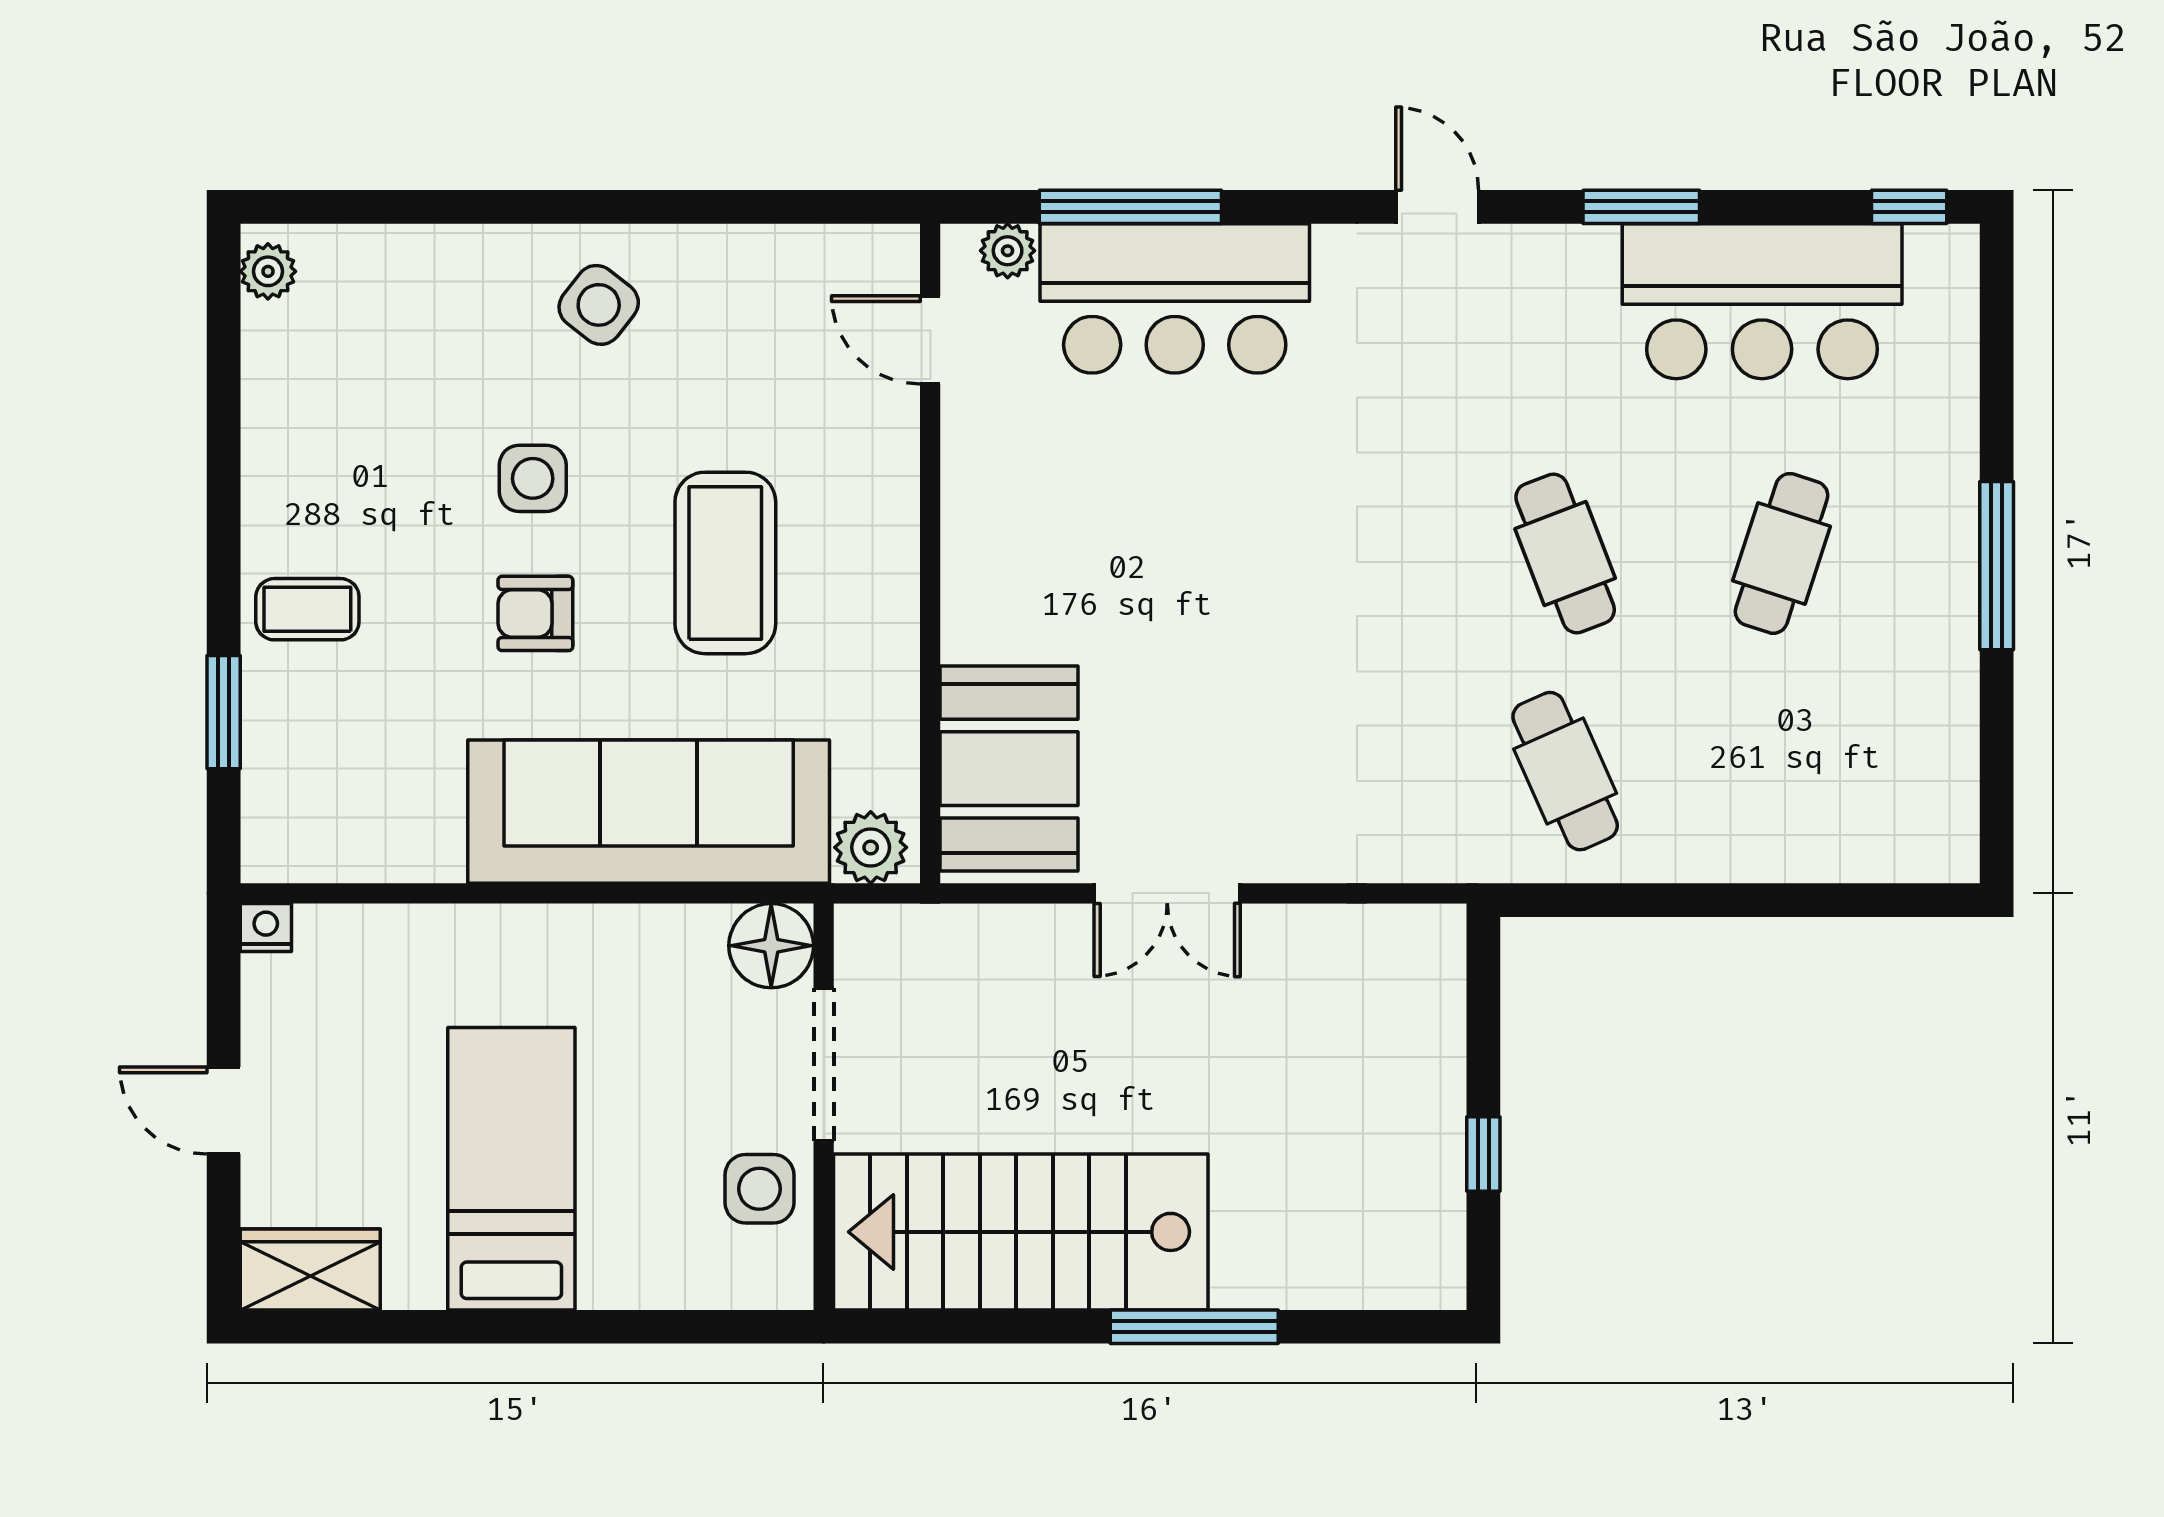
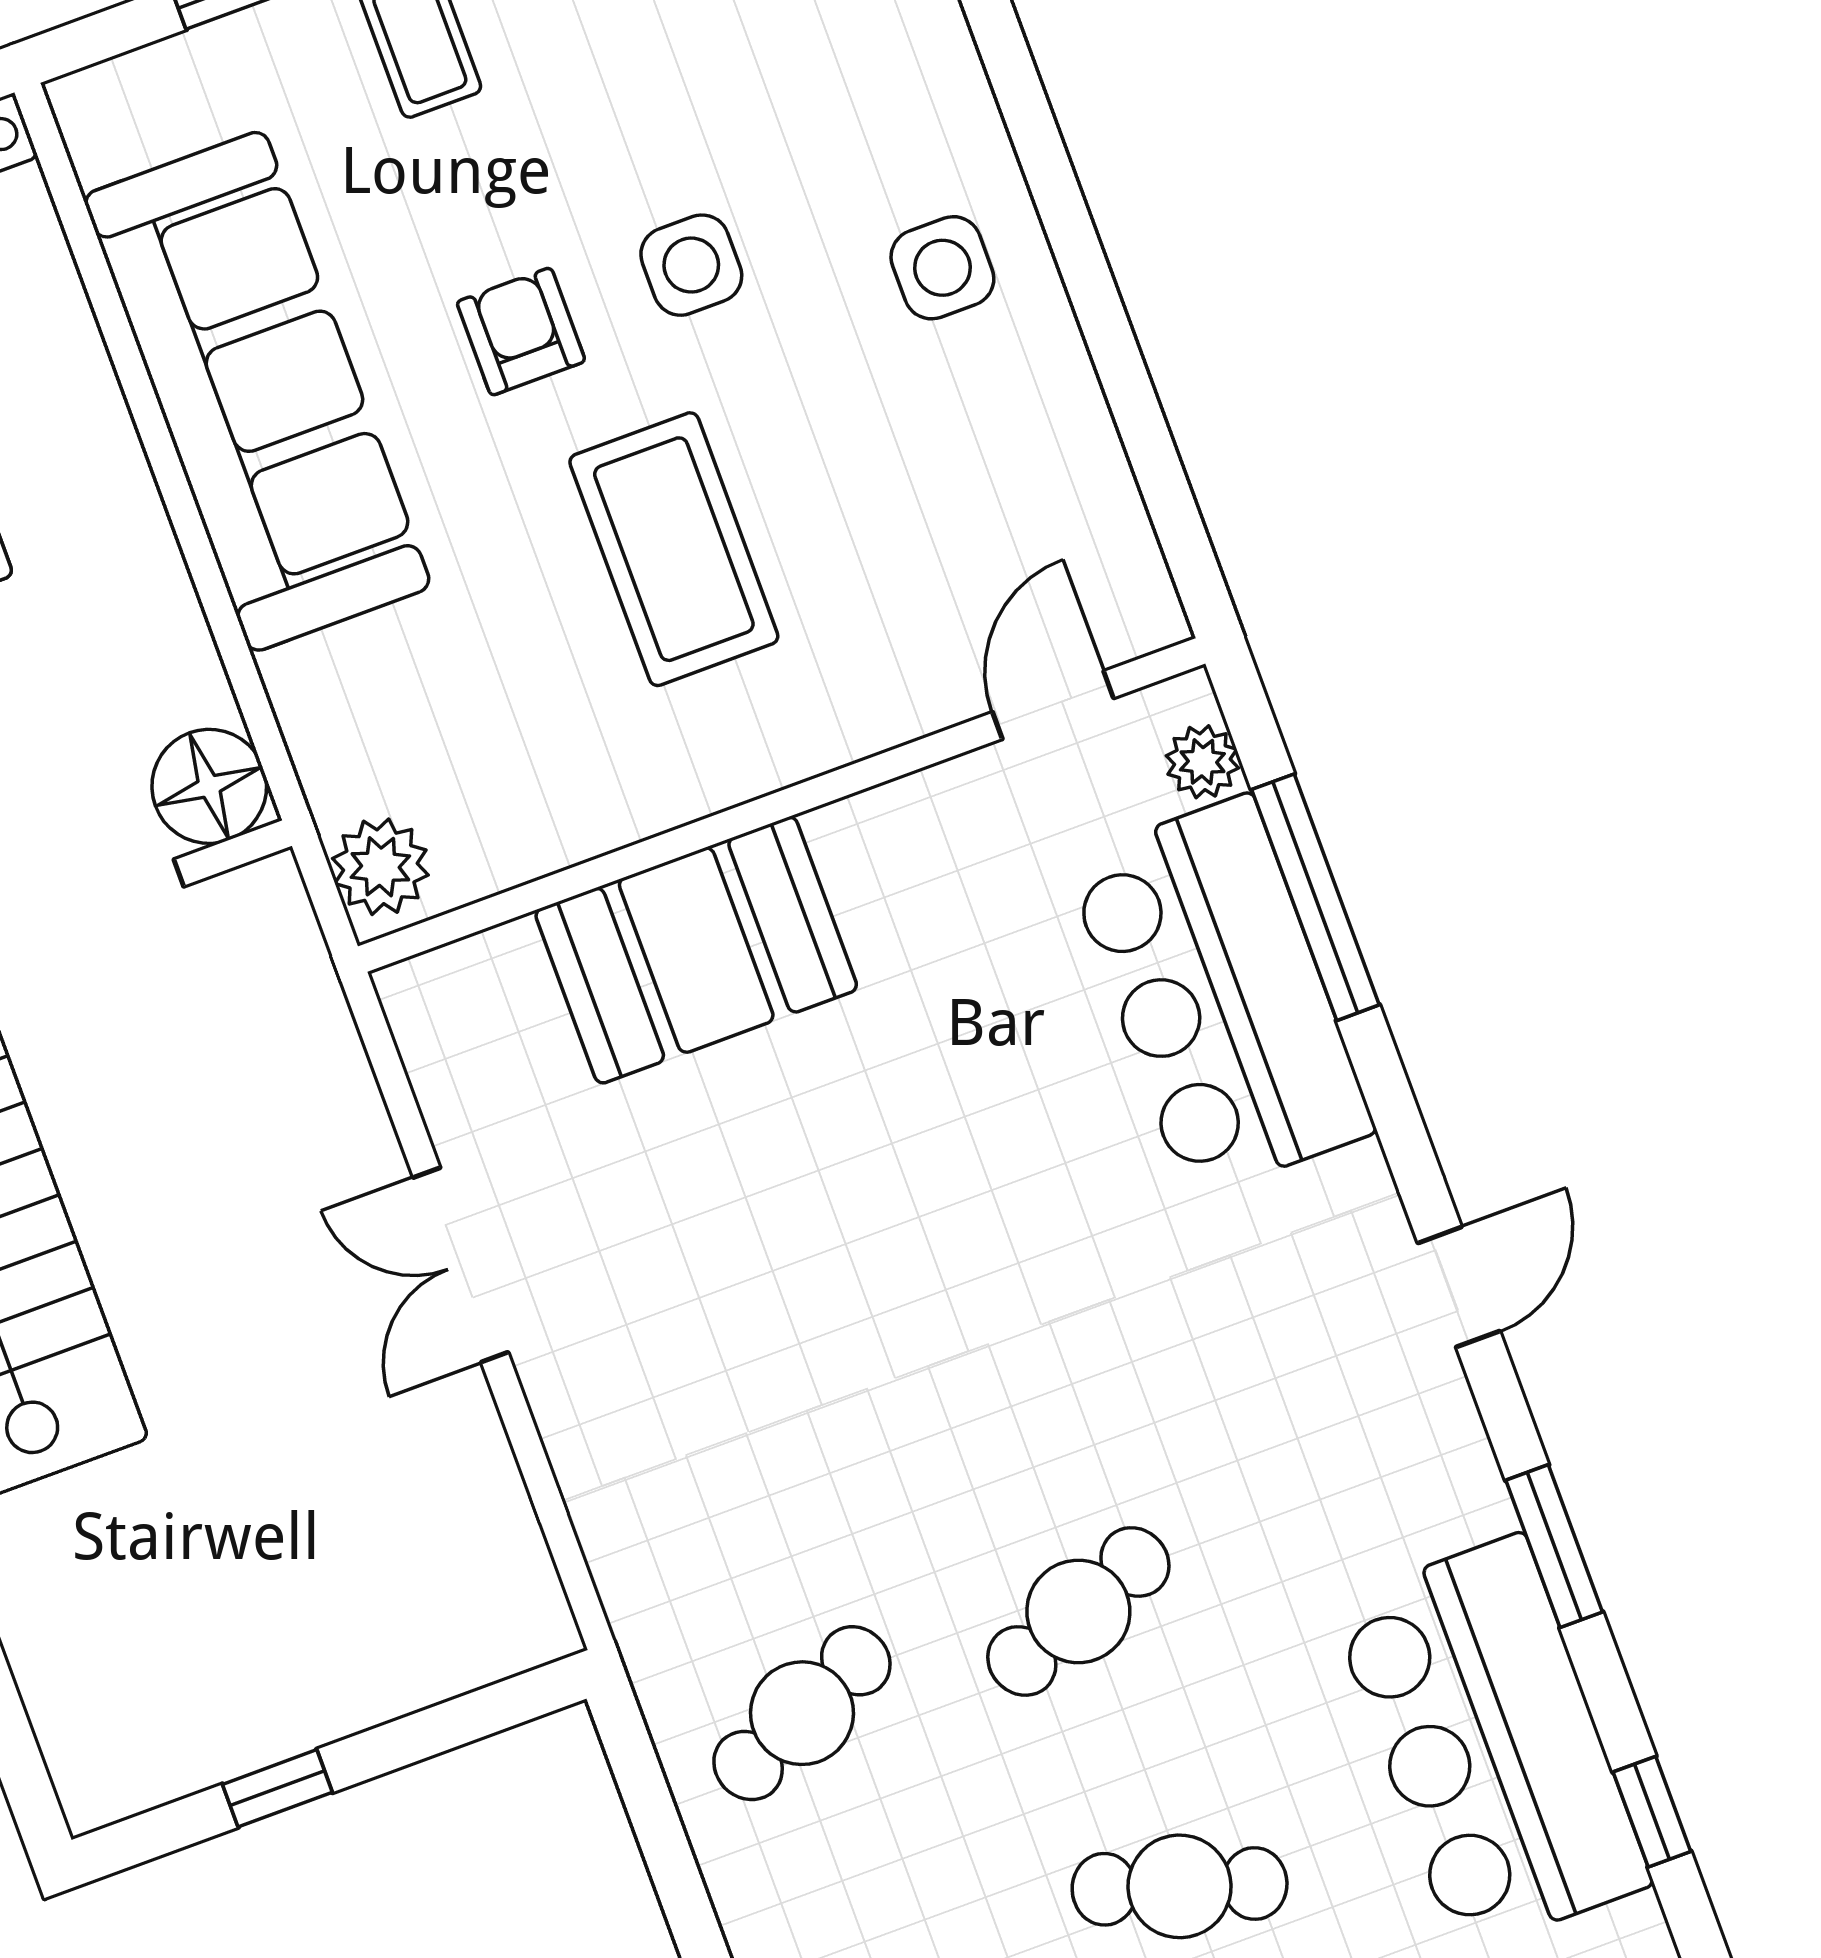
window: (1909, 207) -> (1652, 1812), moved
side table: (599, 305) -> (942, 268), turned -38
coffee table: (725, 563) -> (674, 549), turned 90
booth: (1009, 769) -> (696, 950), moved
sofa: (649, 812) -> (257, 391), moved

